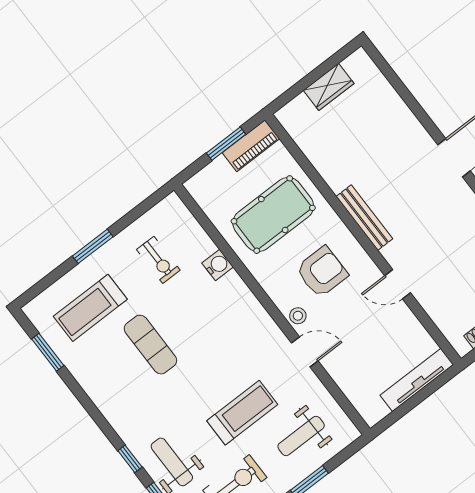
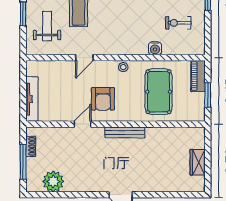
piano: (251, 146) -> (198, 76), moved
armchair: (322, 272) -> (103, 99), moved
stool: (298, 316) -> (123, 67), moved

